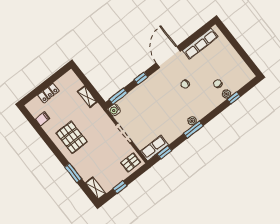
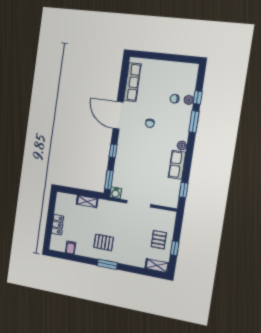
window: (193, 130) -> (194, 122), moved
pallet: (72, 137) -> (104, 242), width x0.67, depth x0.71
row of seats: (154, 148) -> (177, 165), moved
pallet: (131, 162) -> (159, 240), moved
window: (73, 173) -> (107, 264), moved

